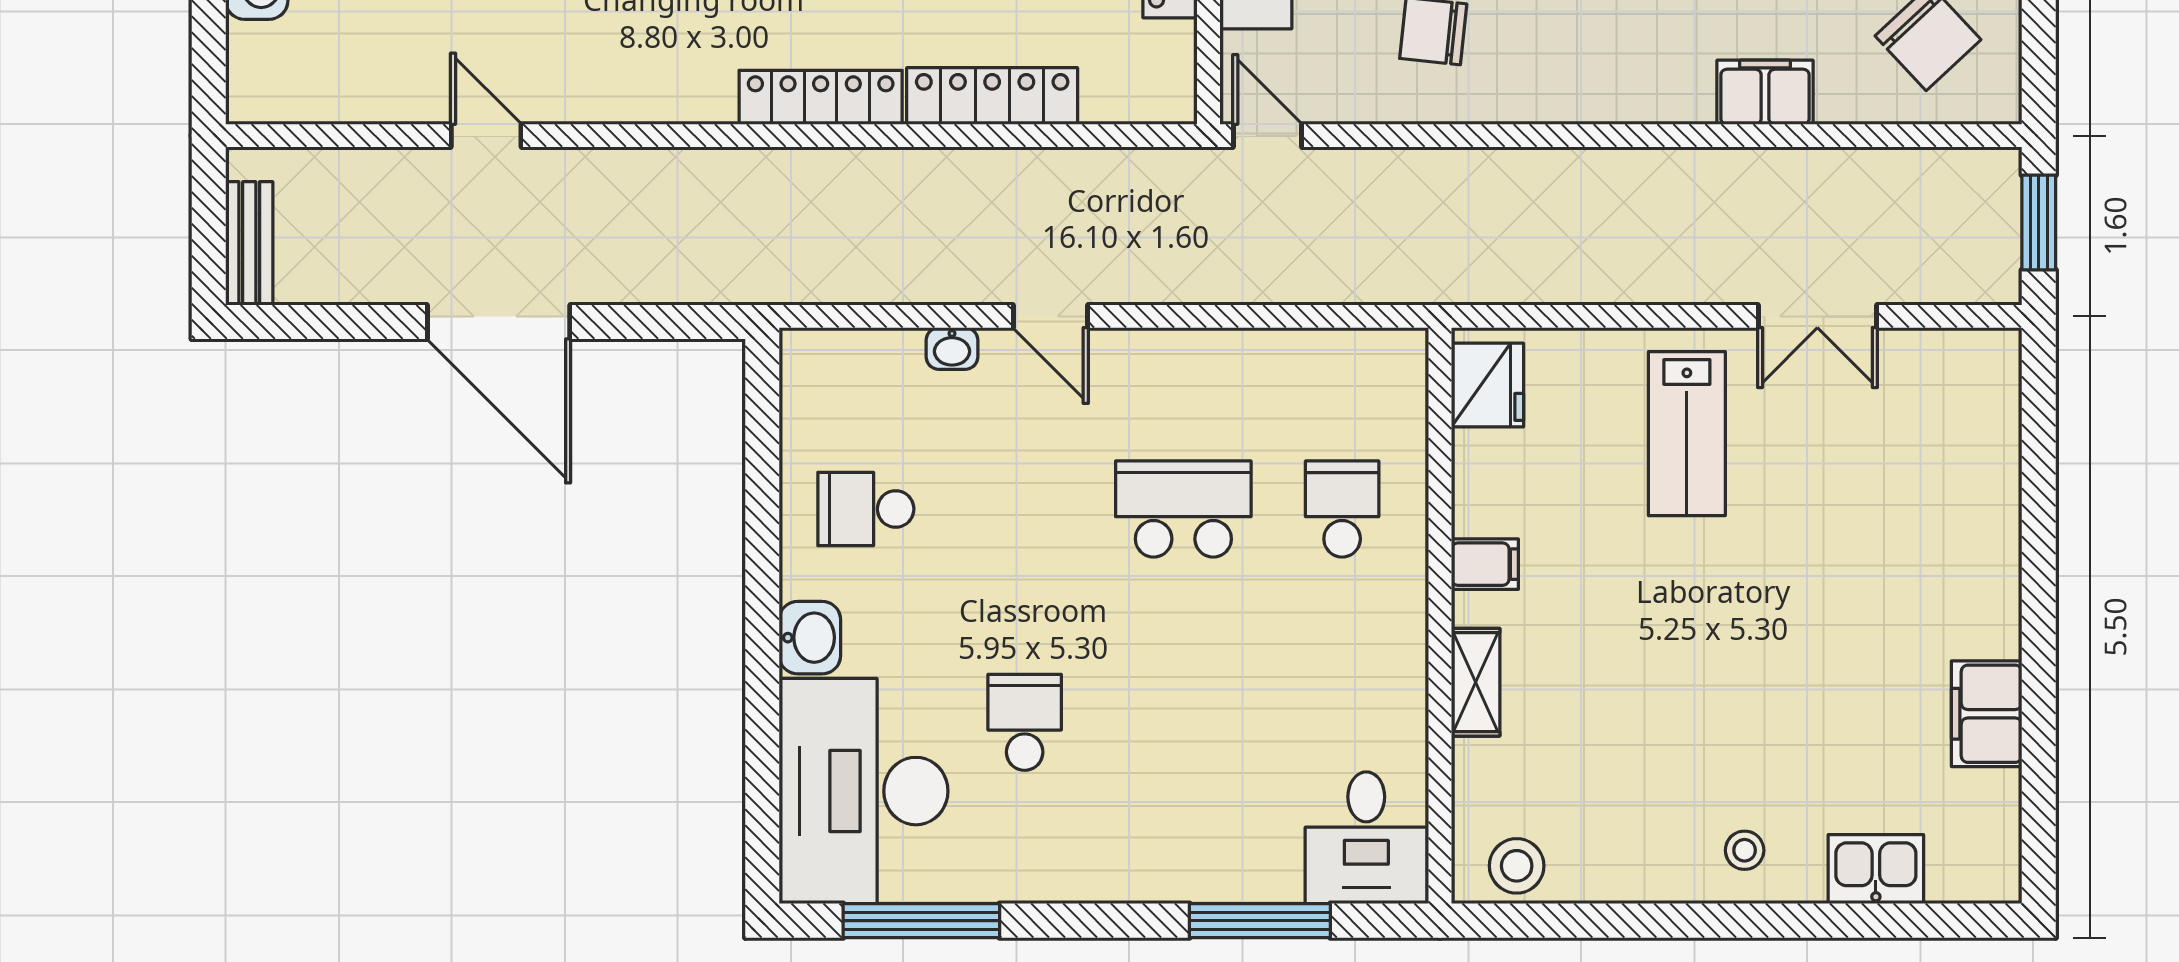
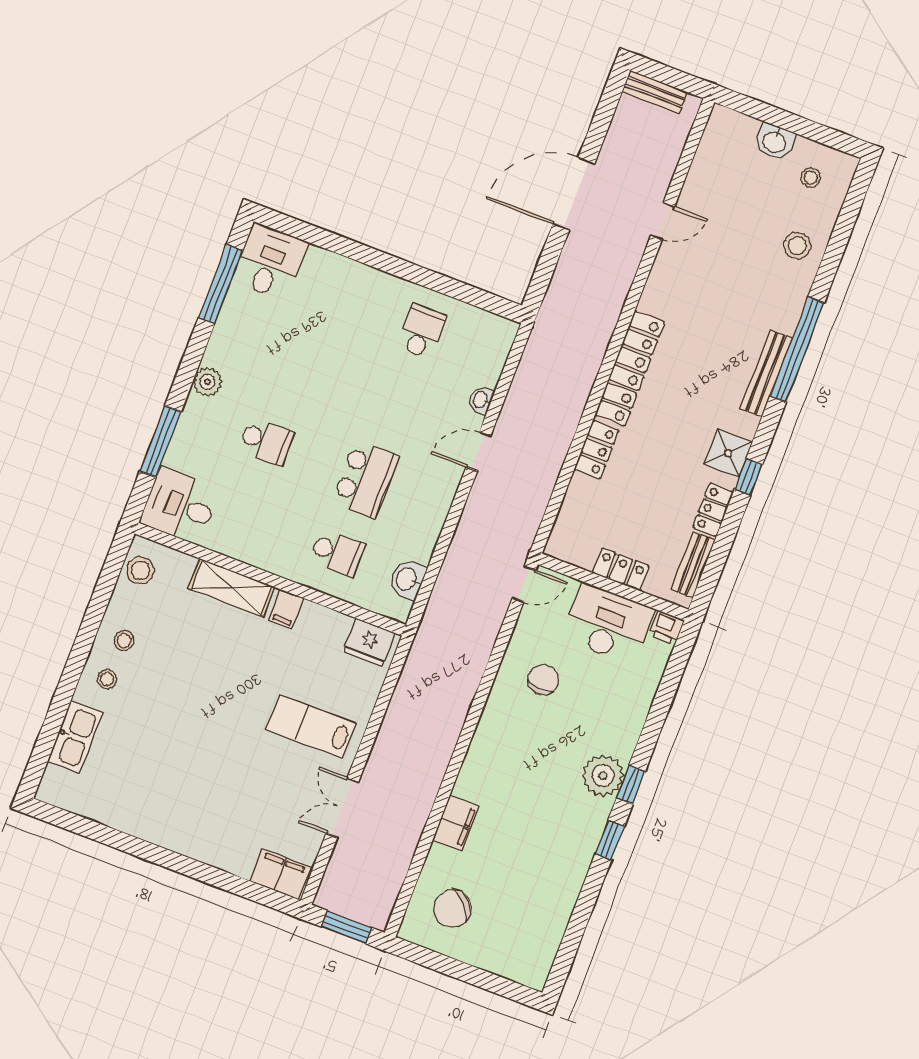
locker: (992, 96) -> (596, 450), width x0.66
locker: (821, 97) -> (630, 369), width x1.41, depth x1.21
washbasin: (810, 638) -> (407, 579), moved, turned 90
shelving: (1476, 682) -> (232, 588), width x1.50, depth x1.33
filing cabinet: (1987, 714) -> (280, 874), moved
school desk: (1025, 722) -> (266, 441), moved
desk: (864, 791) -> (270, 262), width x0.53, depth x0.77
stool: (1660, 846) -> (124, 641), added
kitchen sink: (1876, 869) -> (75, 737), width x1.38
plant: (1114, 875) -> (208, 382), added

